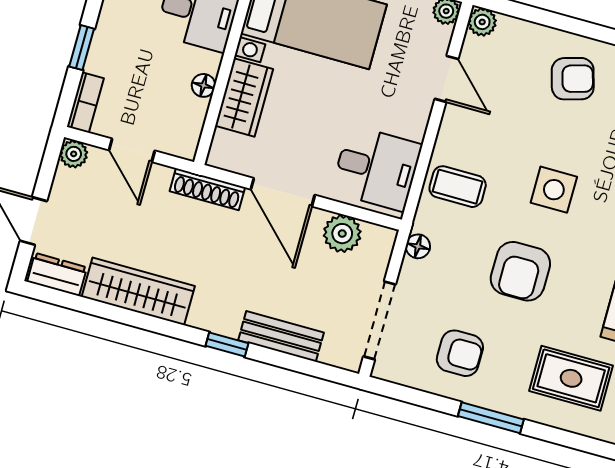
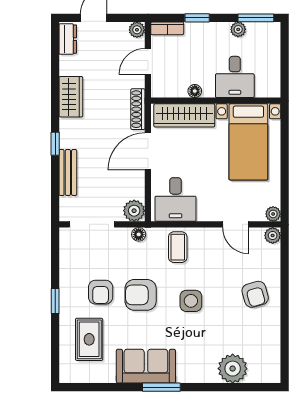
door: (446, 79) -> (236, 224), hinge flipped
wardrobe: (244, 97) -> (184, 115), width x1.50
plant: (342, 234) -> (134, 211), moved
wardrobe: (138, 291) -> (71, 97), width x0.67
armchair: (460, 353) -> (101, 292), moved
window: (491, 418) -> (55, 301), width x0.67

